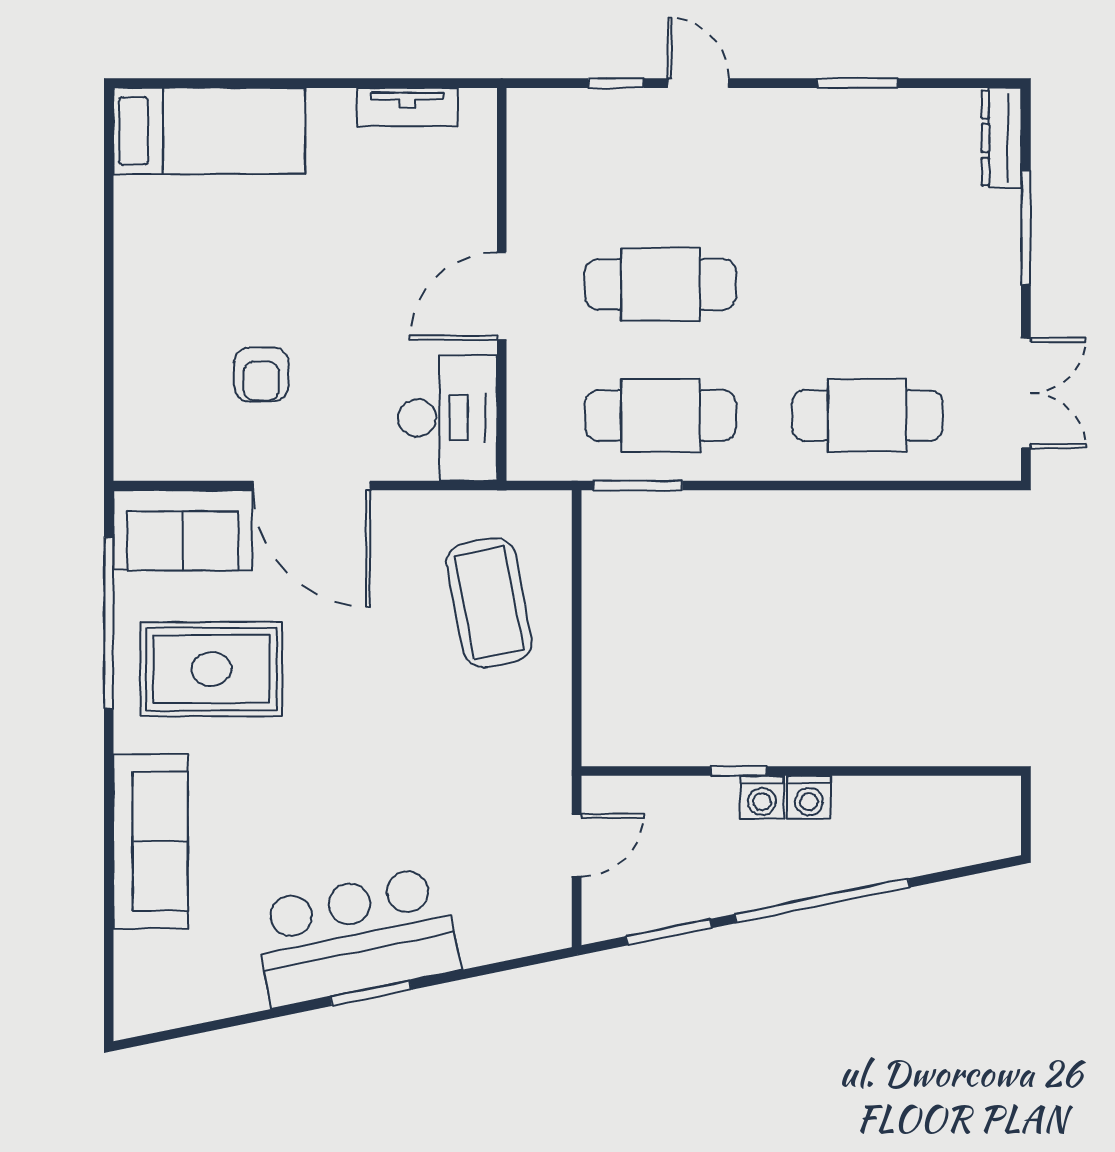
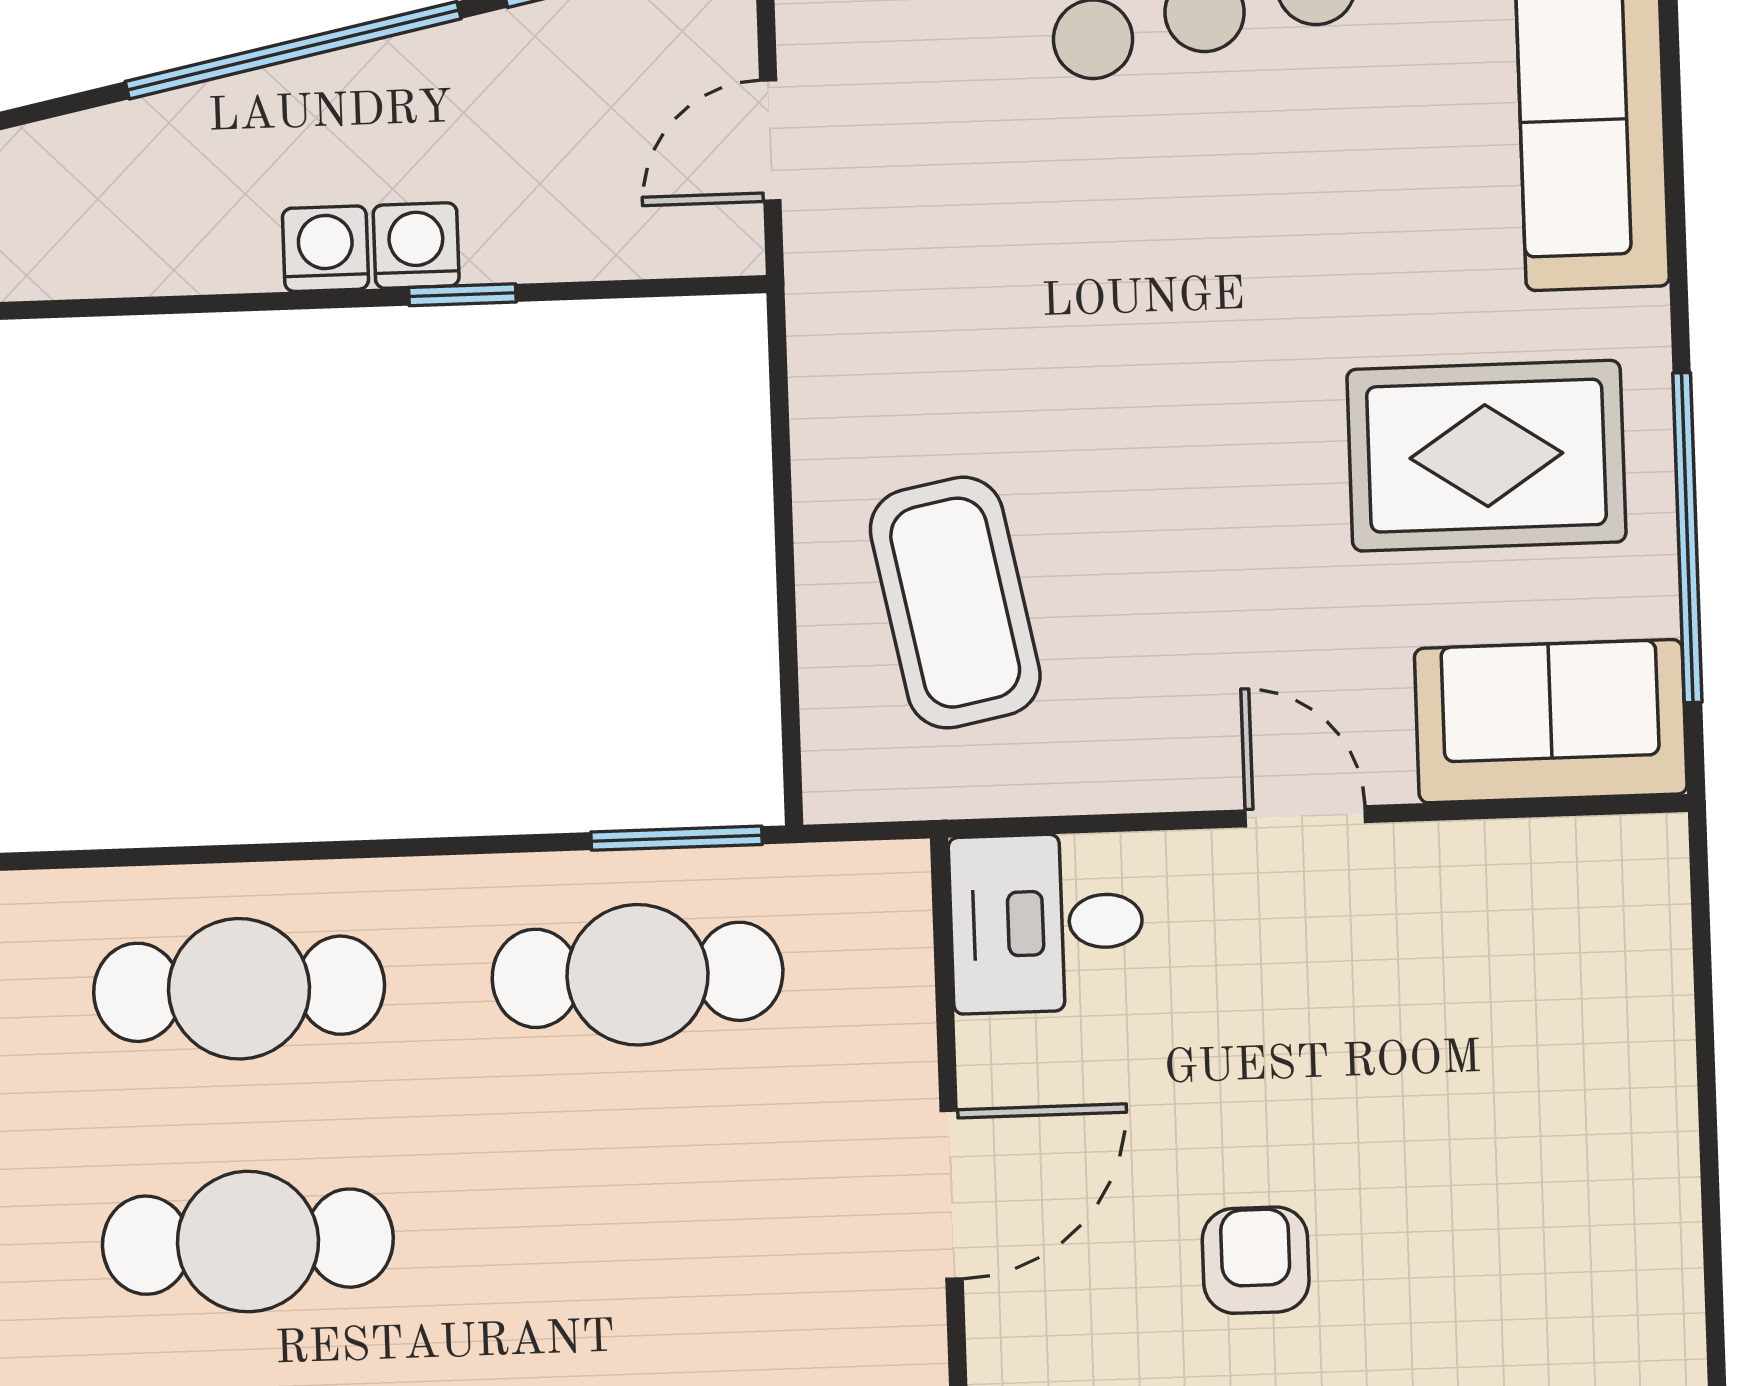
cafe table: (660, 284) -> (248, 1242), moved
armchair: (261, 374) -> (1256, 1260), moved
desk: (448, 418) -> (1047, 923), width x0.73
door: (312, 486) -> (1305, 816), width x0.53

